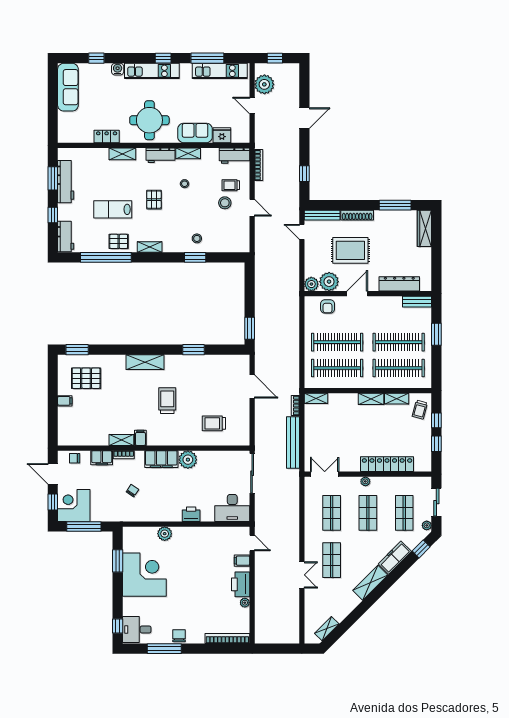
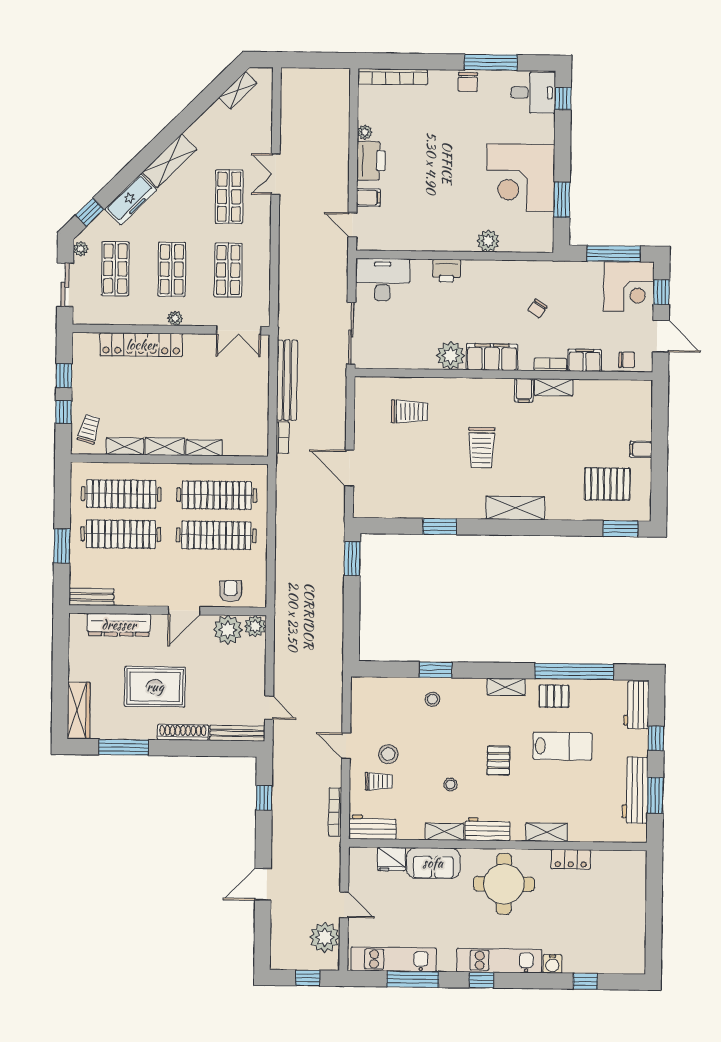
sofa: (68, 87) -> (630, 937), removed
rug: (350, 250) -> (155, 687), moved
shelving: (316, 398) -> (204, 448), moved

